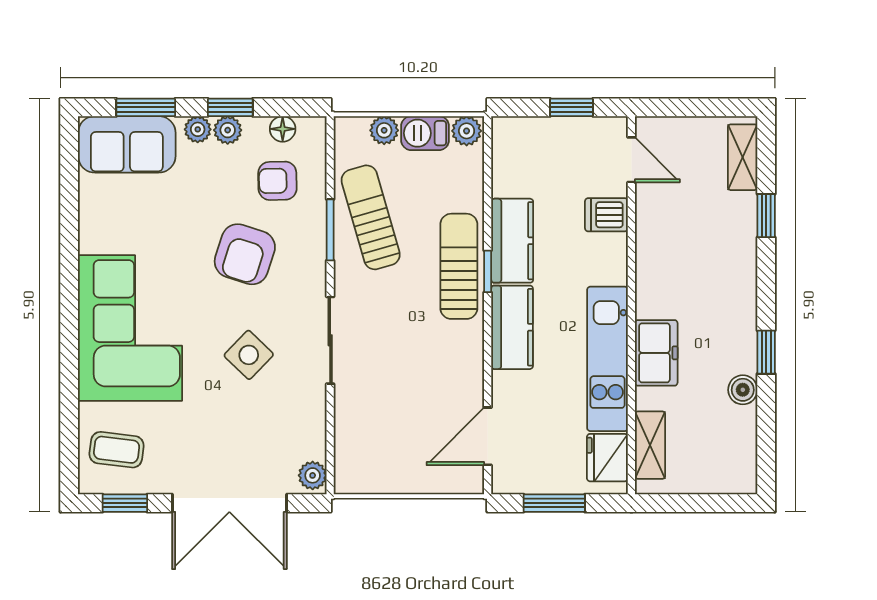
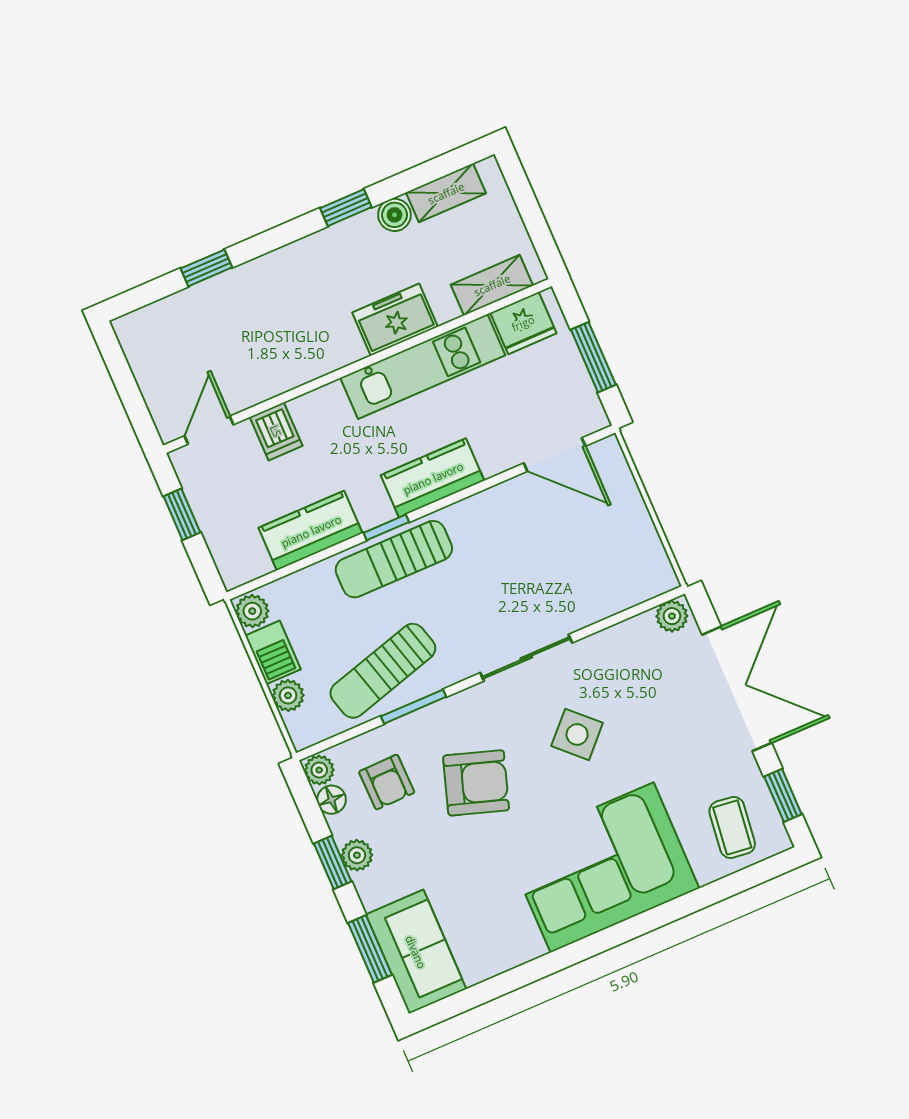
plant: (198, 129) -> (319, 770), moved
shelving: (743, 157) -> (446, 193), moved
kitchen counter: (512, 241) -> (311, 531), moved

